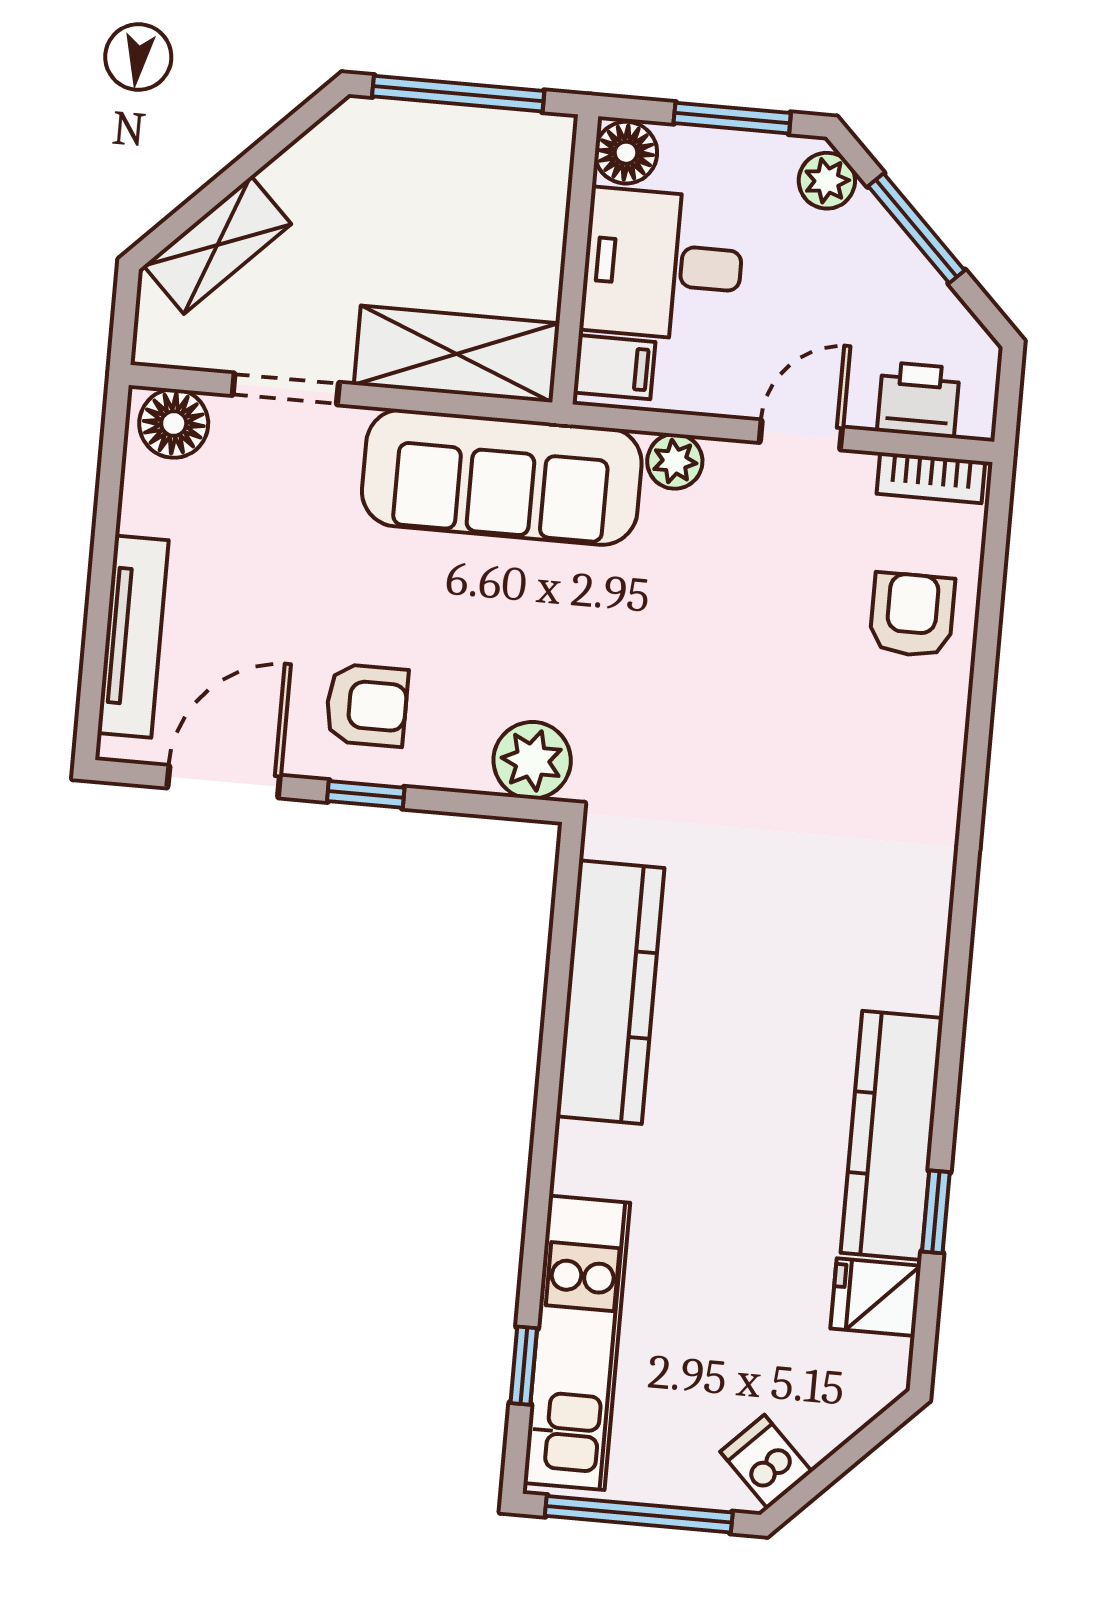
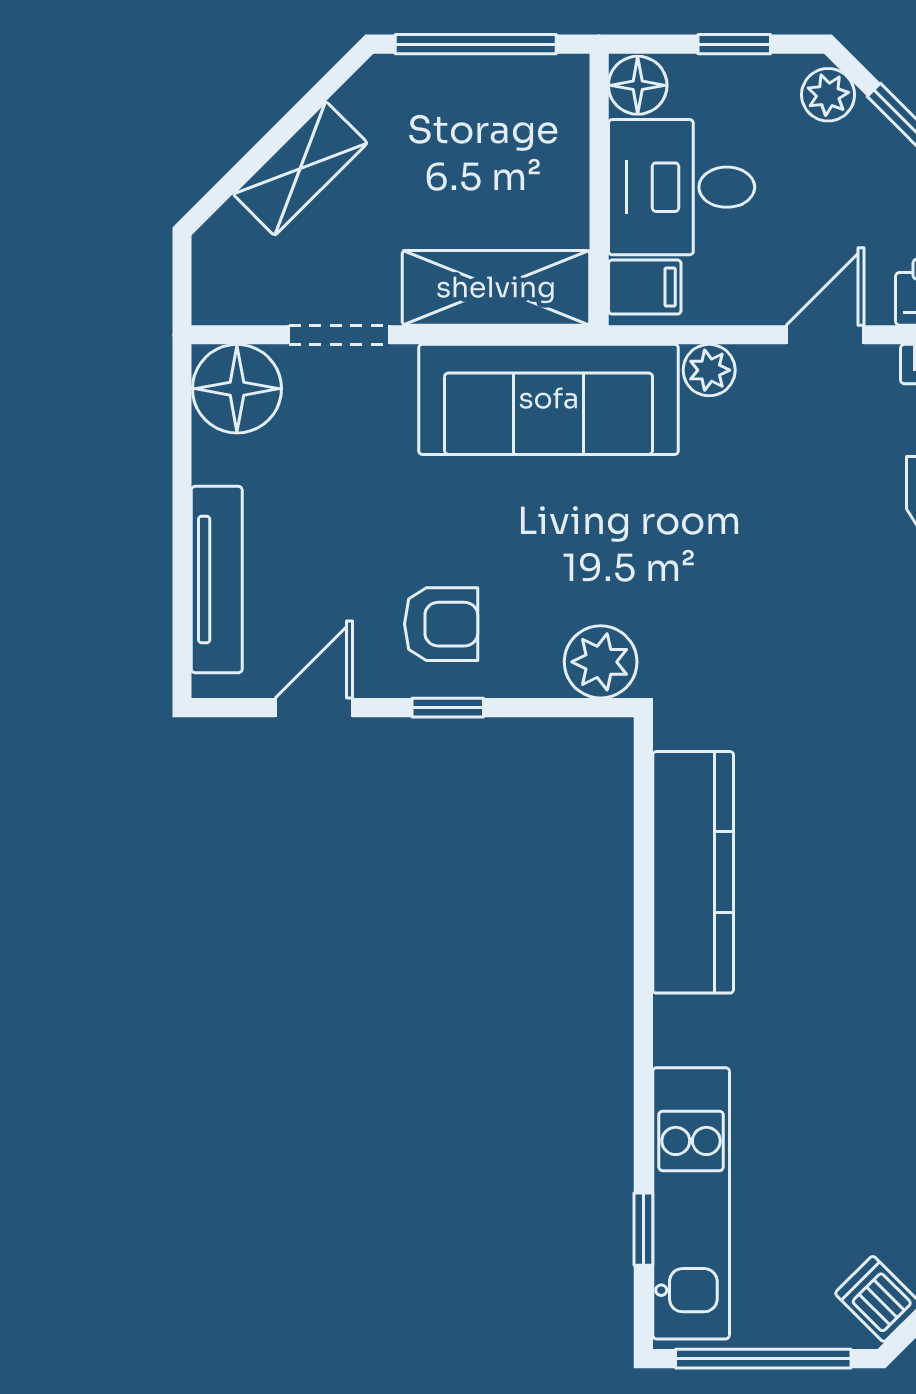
window: (732, 118) -> (734, 44), width x0.67
shelving: (217, 245) -> (300, 168), moved
floor lamp: (174, 423) -> (237, 389), width x1.38, depth x1.38
door: (224, 782) -> (314, 708), width x0.73

